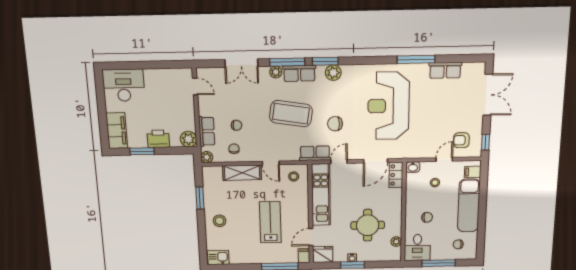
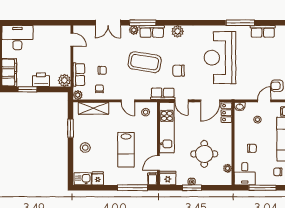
window: (325, 61) -> (172, 23), removed
door: (339, 162) -> (181, 101), swing flipped
shelving: (242, 173) -> (93, 108), moved
lab bench: (270, 222) -> (126, 150), turned 180
fridge: (237, 257) -> (98, 178), added

